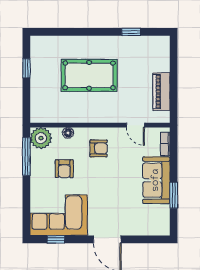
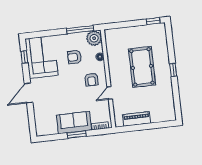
window: (131, 32) -> (173, 70), moved
window: (26, 68) -> (153, 21), moved
door: (135, 125) -> (110, 93), moved
window: (174, 195) -> (77, 135), moved

